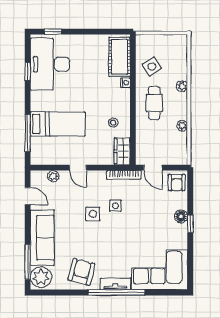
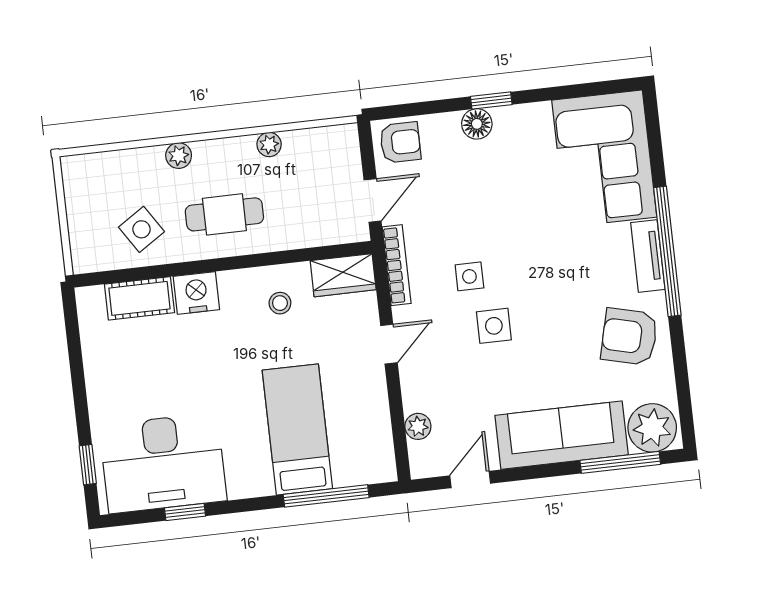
cot: (119, 57) -> (139, 298), width x0.73, depth x0.75
nightstand: (125, 83) -> (196, 293), width x1.89, depth x1.79
door: (78, 168) -> (389, 344), moved

